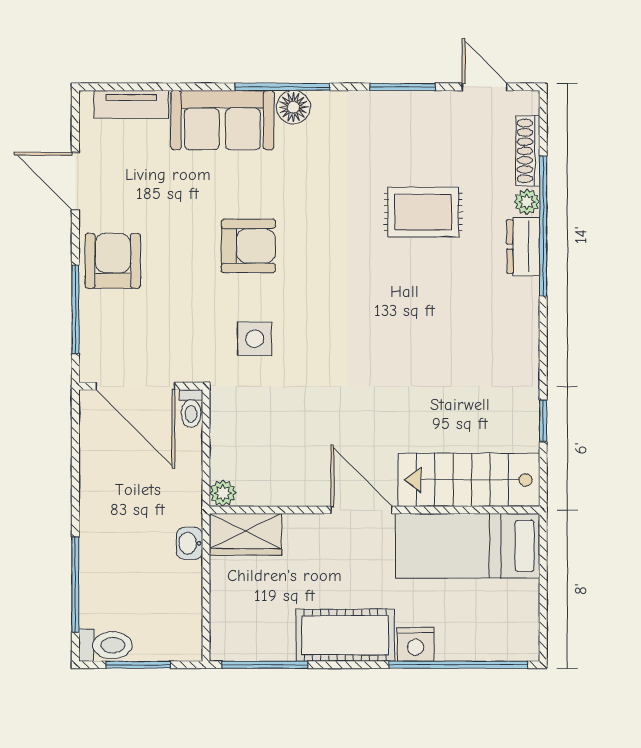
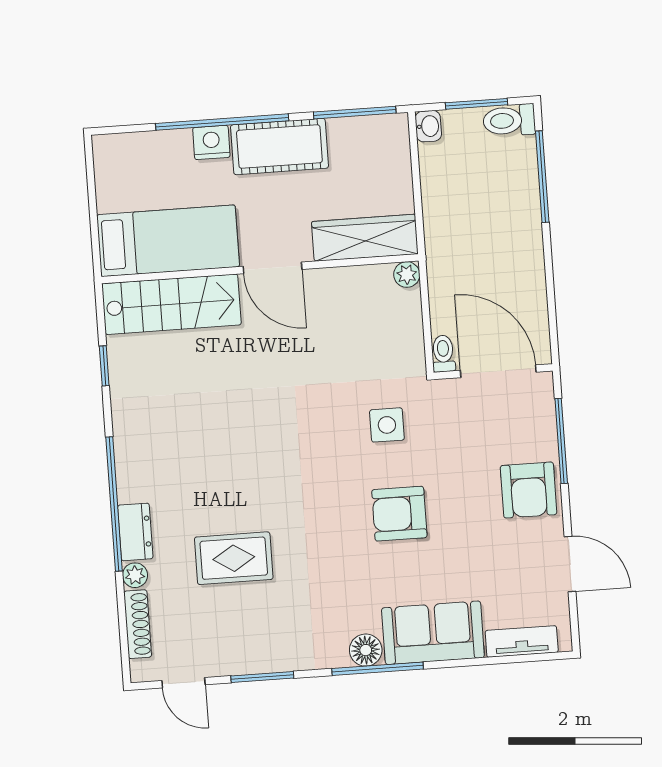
window: (543, 226) -> (114, 504), moved
wardrobe: (246, 534) -> (365, 238), width x1.50
washbasin: (190, 543) -> (428, 126), moved
window: (458, 665) -> (222, 122), moved

